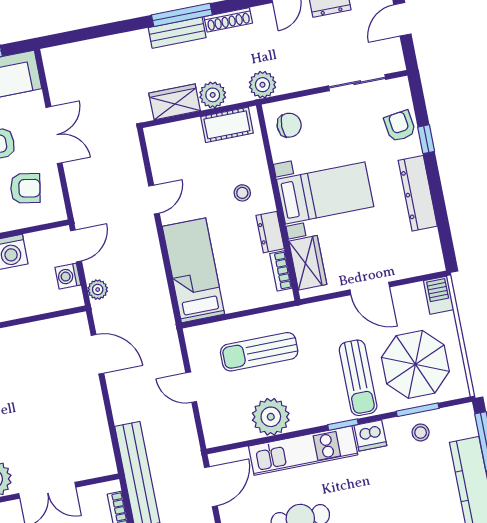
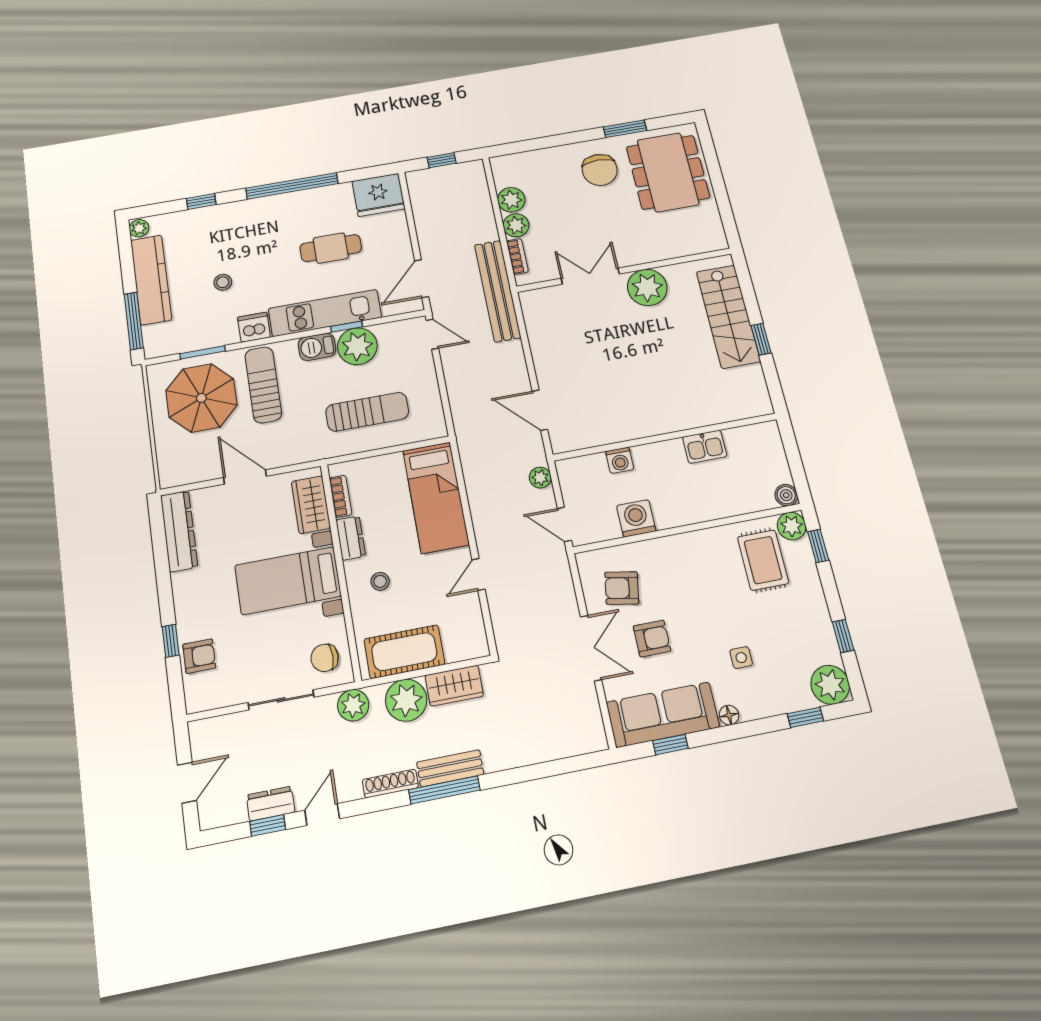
sliding door: (357, 83) -> (281, 700), moved
plant: (213, 95) -> (406, 700), width x1.36, depth x1.36
cot: (227, 125) -> (404, 652), width x1.37, depth x1.34
armchair: (400, 126) -> (199, 656), turned -82
double door: (54, 135) -> (591, 648), swing flipped
dresser: (418, 193) -> (179, 531), moved
door: (76, 246) -> (564, 524), hinge flipped
washing machine: (68, 276) -> (620, 460), moved, turned 90
barbecue: (439, 295) -> (317, 347), moved, turned 90
door: (191, 387) -> (432, 334), moved
window: (343, 425) -> (347, 327), moved
stool: (421, 433) -> (223, 282), moved

